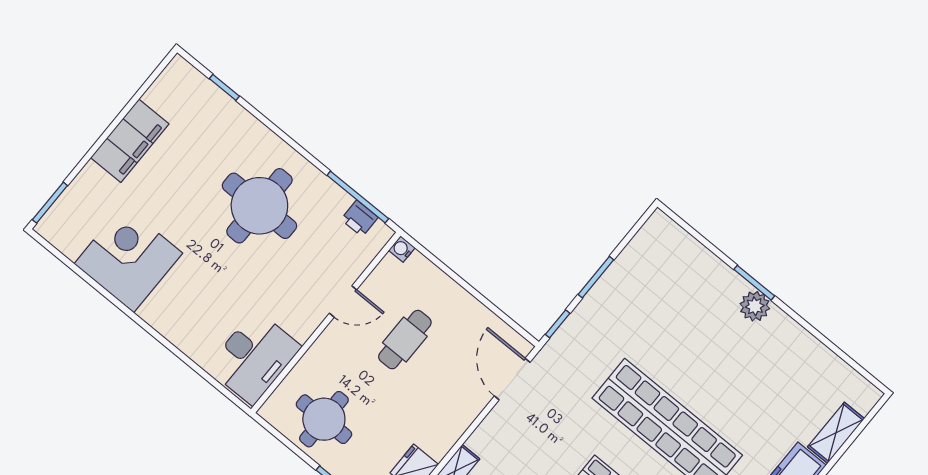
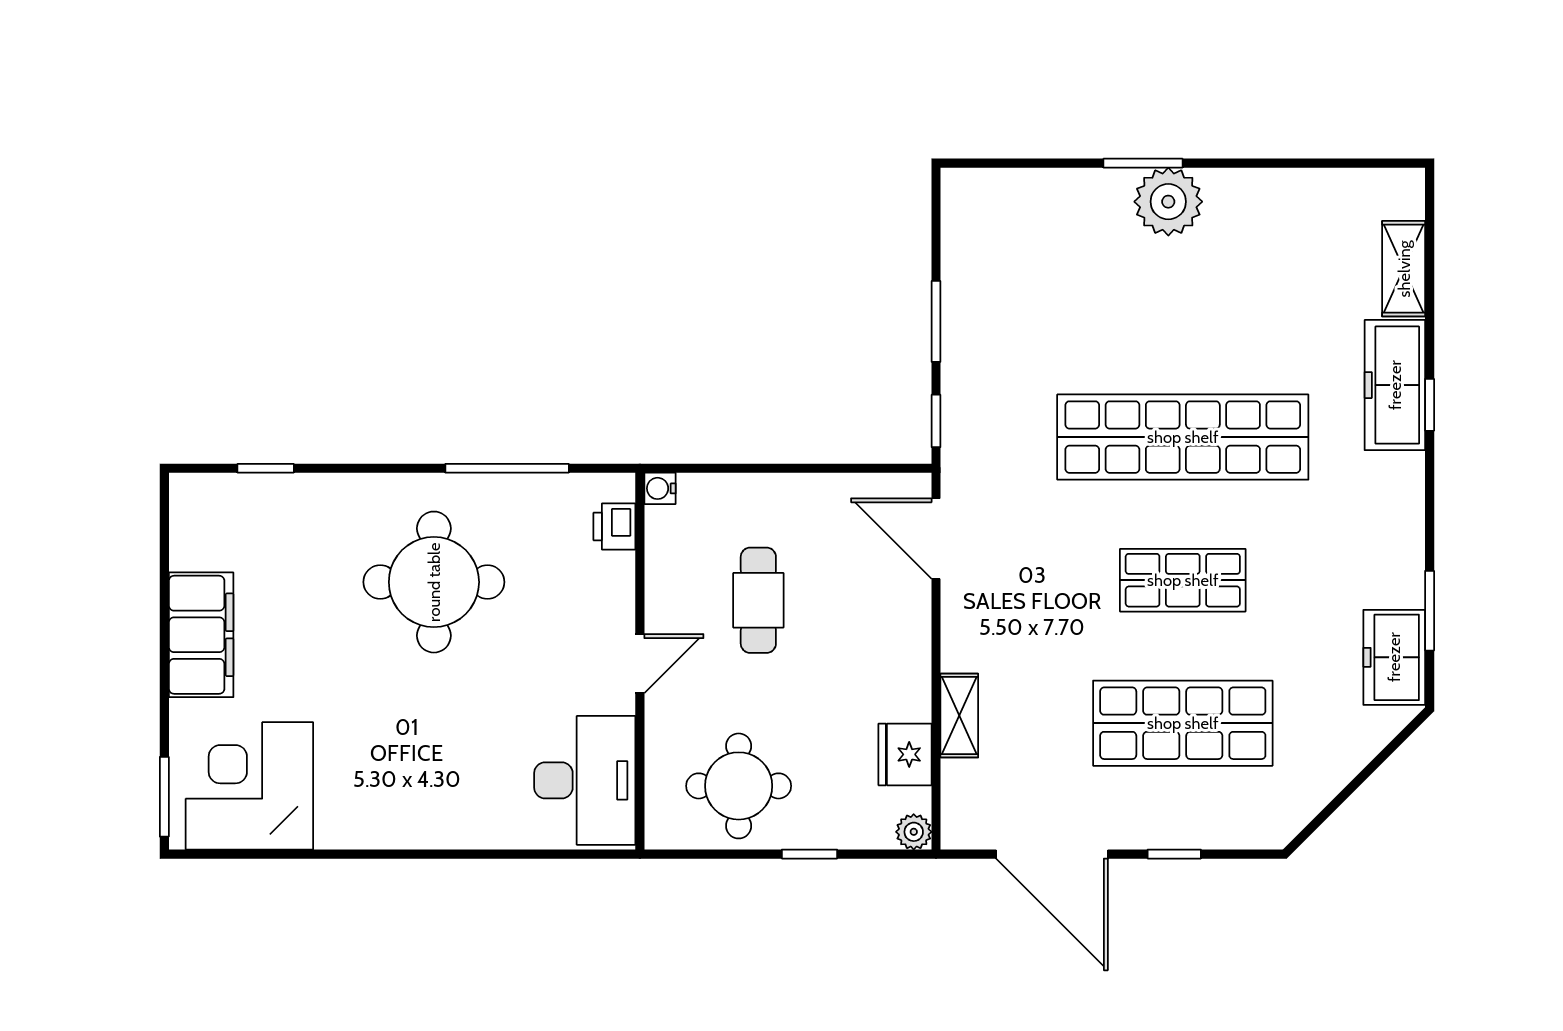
window: (358, 197) -> (507, 468), moved
printer: (359, 218) -> (614, 527), moved, turned 90
corner desk: (128, 258) -> (249, 786), moved
door: (343, 301) -> (640, 664), moved
plant: (755, 306) -> (1168, 202), width x1.36, depth x1.36

